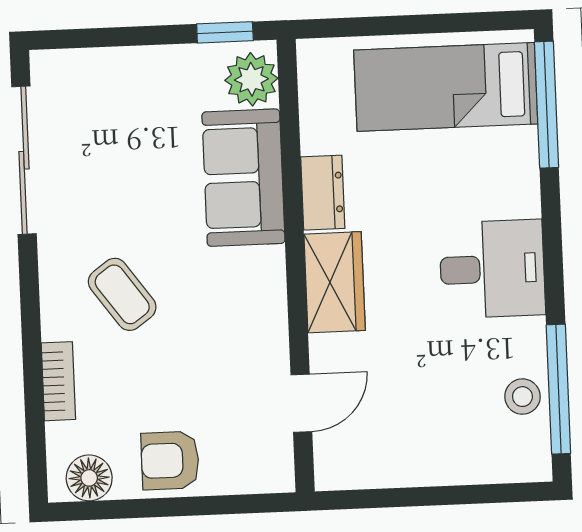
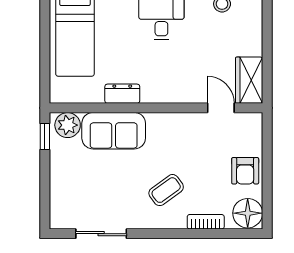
sliding door: (24, 160) -> (101, 234), width x0.73
wardrobe: (335, 282) -> (249, 80), moved, turned -90
floor lamp: (89, 478) -> (248, 213), width x1.38, depth x1.38

